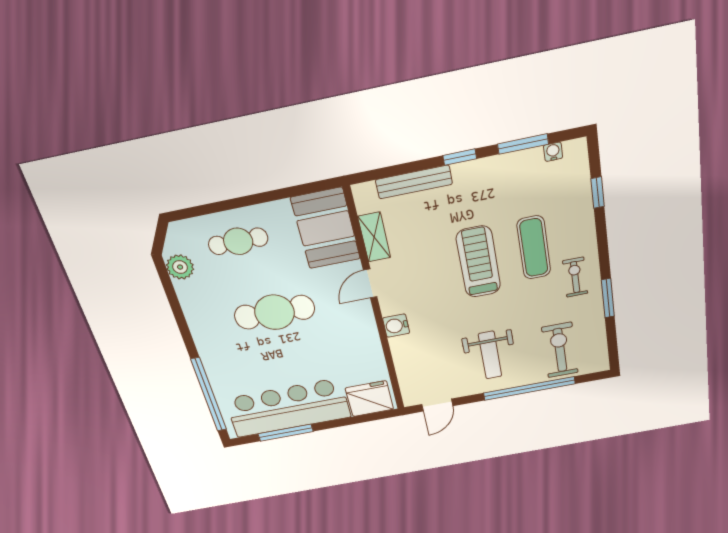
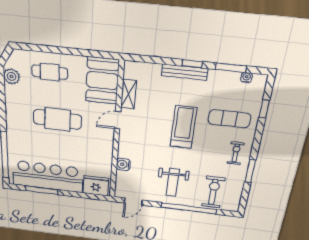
bench: (414, 182) -> (185, 72), moved
exercise mat: (534, 248) -> (229, 119), moved, turned 90
water cooler: (396, 326) -> (123, 164), moved

